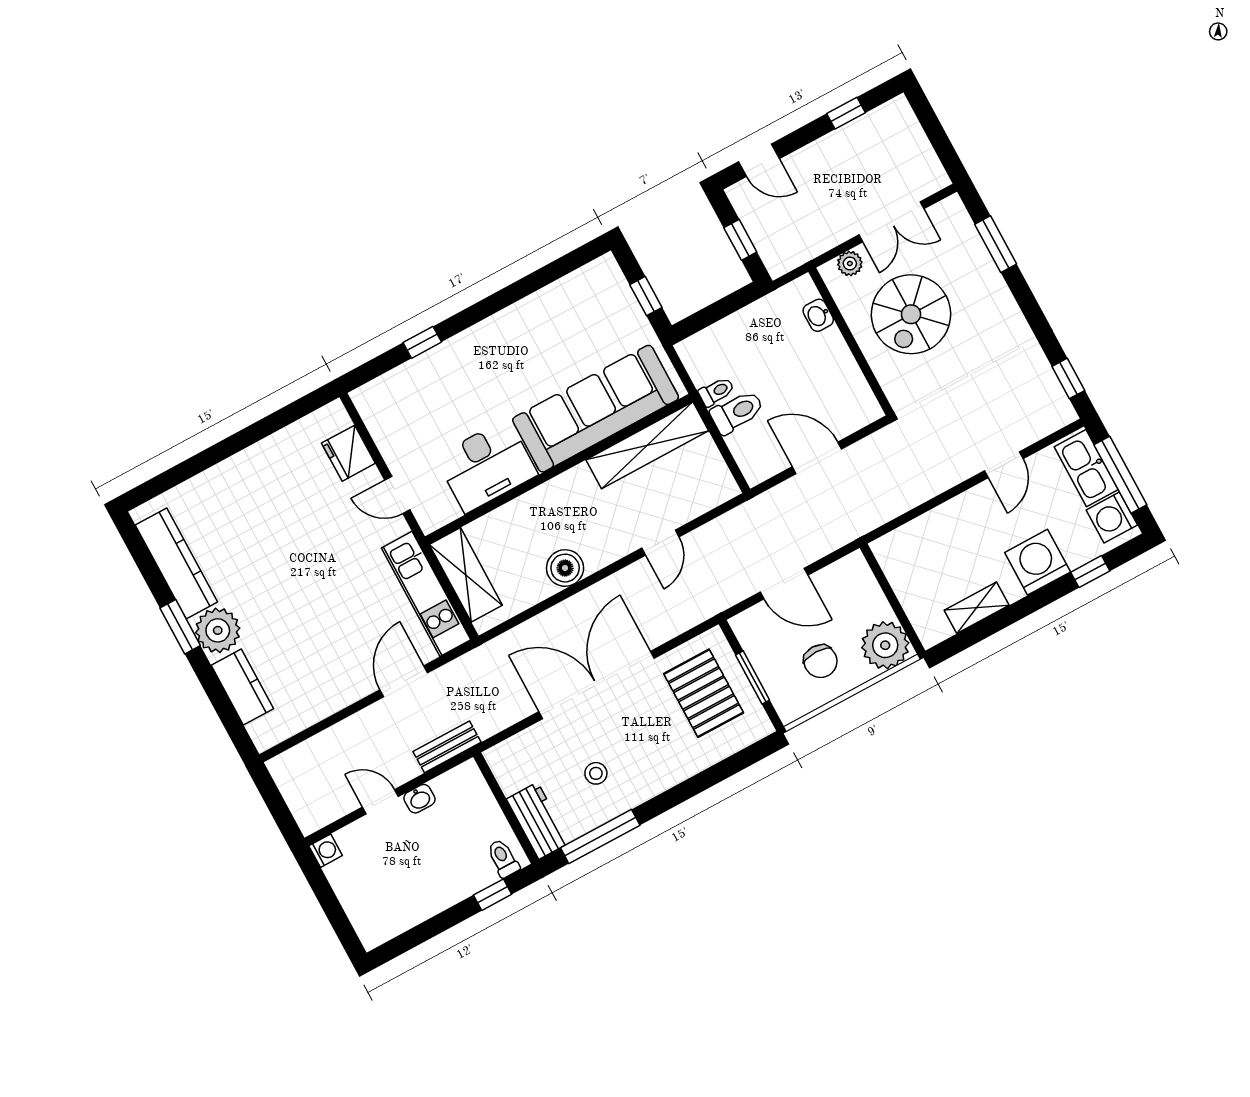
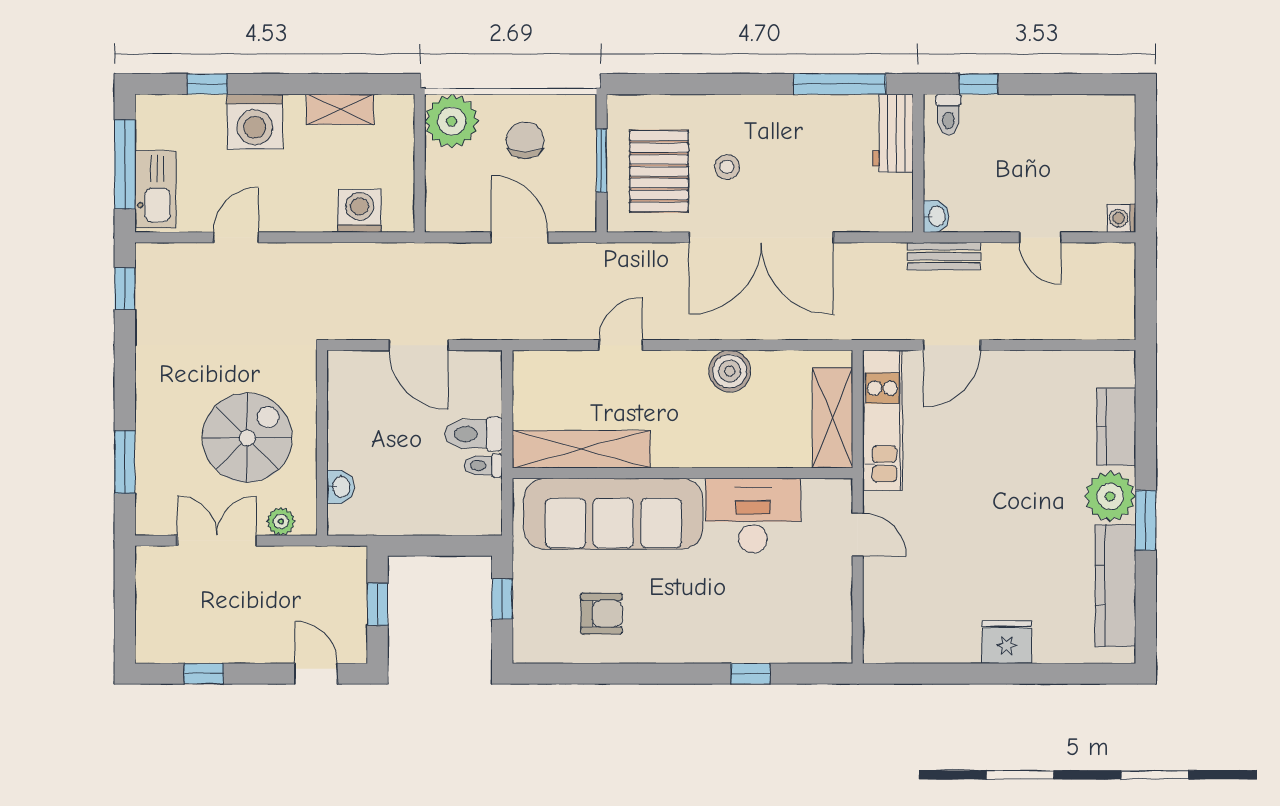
armchair: (563, 326) -> (602, 614), added
fridge: (348, 453) -> (1007, 642), moved, turned -90
washing machine: (1112, 517) -> (359, 211), moved, turned -90
stool: (596, 773) -> (727, 167), moved
washbasin: (419, 799) -> (936, 216), moved, turned 90

